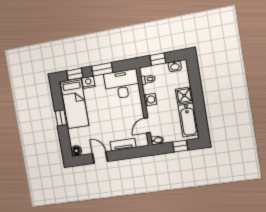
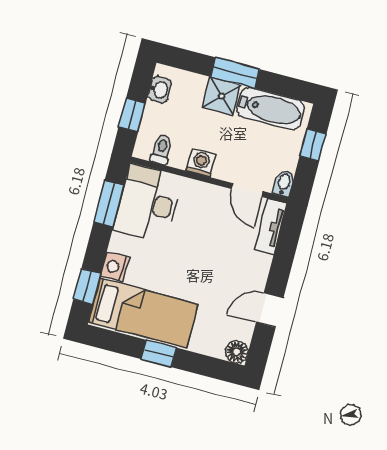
window: (102, 69) -> (109, 204), moved
window: (198, 97) -> (235, 73), added
tv unit: (123, 145) -> (271, 227), moved

